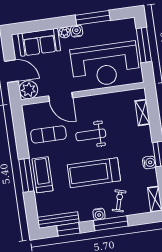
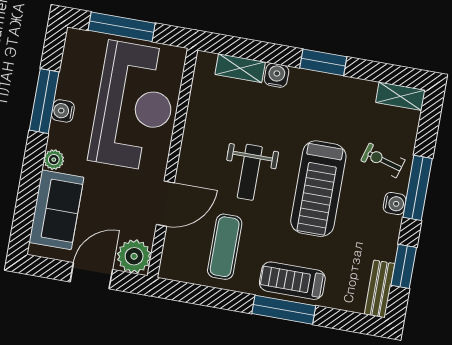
water cooler: (77, 31) -> (63, 111), moved
water cooler: (149, 162) -> (277, 75), moved
bench: (58, 220) -> (379, 289), width x0.73

